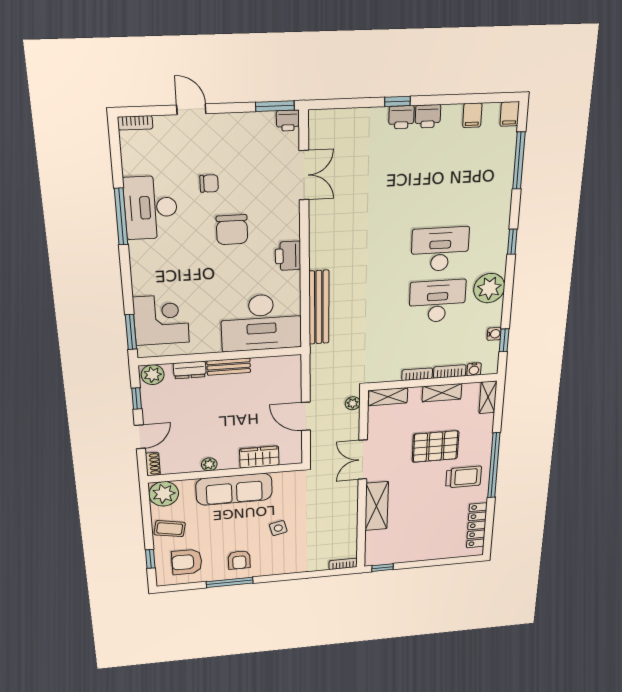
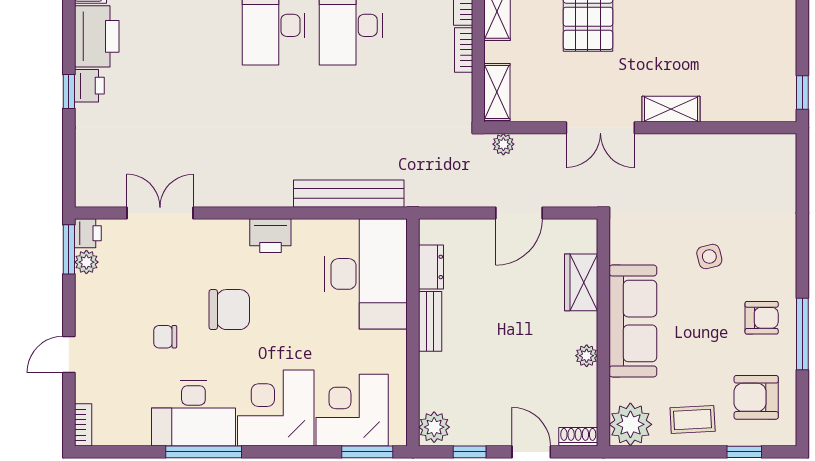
printer: (428, 116) -> (97, 36), width x1.87, depth x1.48
plant: (265, 120) -> (86, 262), added
chair: (209, 183) -> (165, 337), turned -90
corner desk: (159, 267) -> (276, 408), added
dresser: (190, 370) -> (431, 267), moved
shelving: (377, 506) -> (671, 109), width x0.67, depth x0.75
coffee table: (170, 529) -> (693, 420), turned 76
armchair: (187, 562) -> (756, 397), turned 90
bookcase: (343, 564) -> (788, 156), removed

